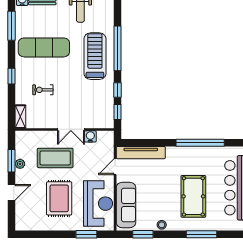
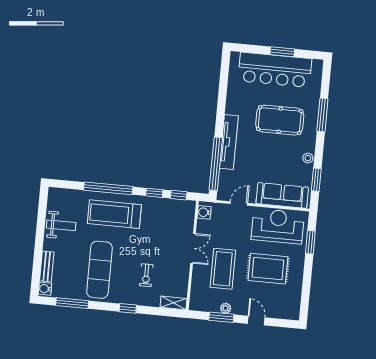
water cooler: (90, 136) -> (204, 212), moved
window: (200, 143) -> (216, 164), moved
tv unit: (141, 153) -> (229, 142), moved
door: (115, 167) -> (239, 203), swing flipped

